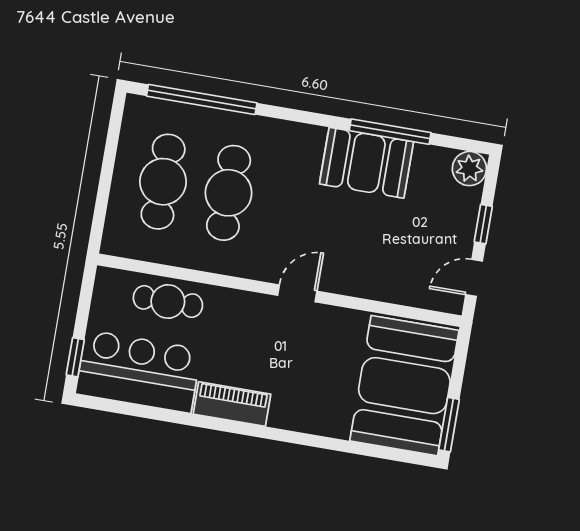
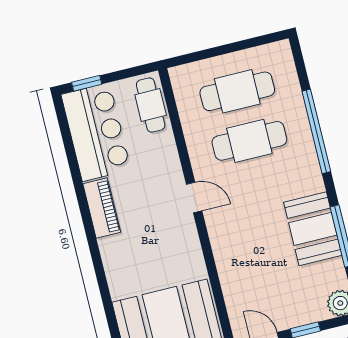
window: (202, 99) -> (316, 131), moved
door: (297, 293) -> (194, 197), moved
cafe table: (168, 301) -> (151, 105), moved

